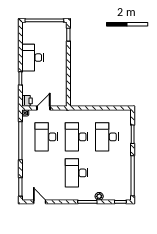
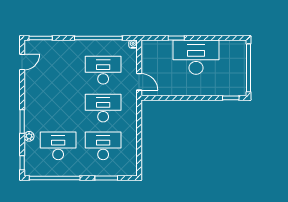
desk: (33, 58) -> (196, 57), width x1.36, depth x1.30
printer: (27, 101) -> (148, 46), removed
door: (44, 108) -> (139, 82), moved
desk: (77, 173) -> (58, 146), moved

